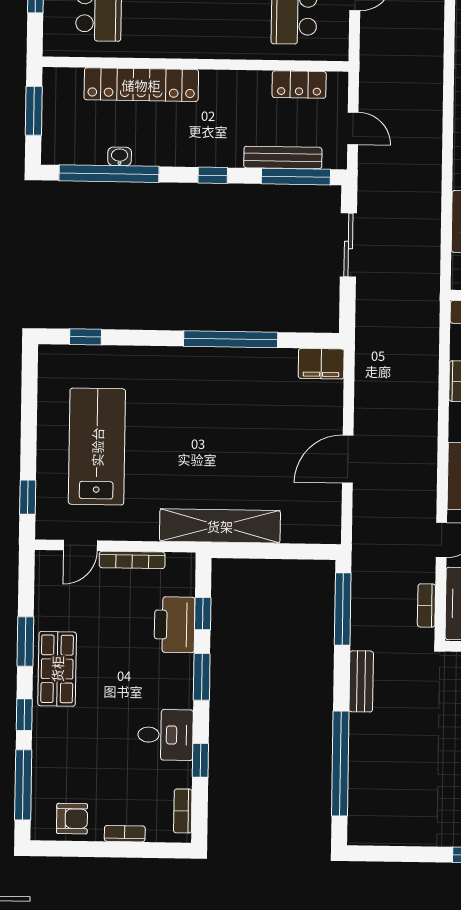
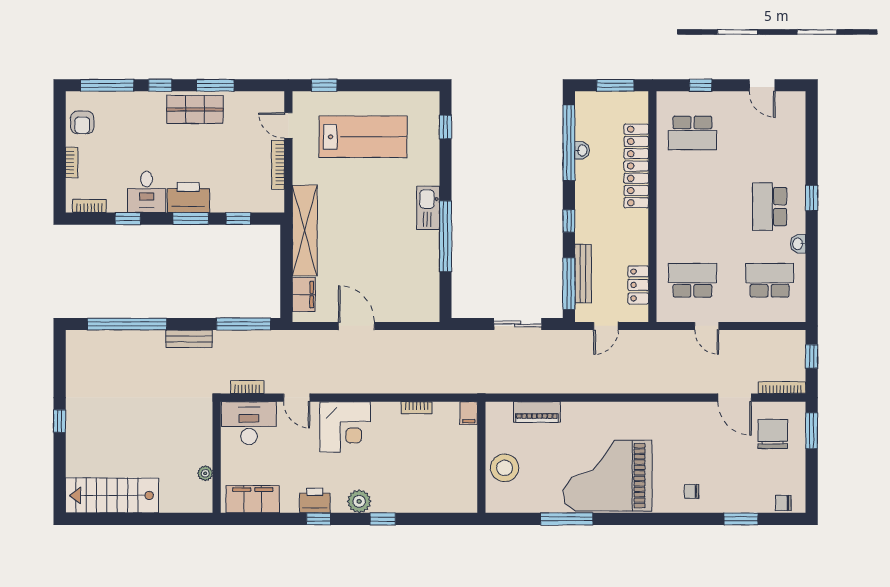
kitchen sink: (192, 362) -> (428, 208), added
filing cabinet: (321, 364) -> (304, 295), moved, turned 180
printer: (175, 625) -> (188, 197), moved

